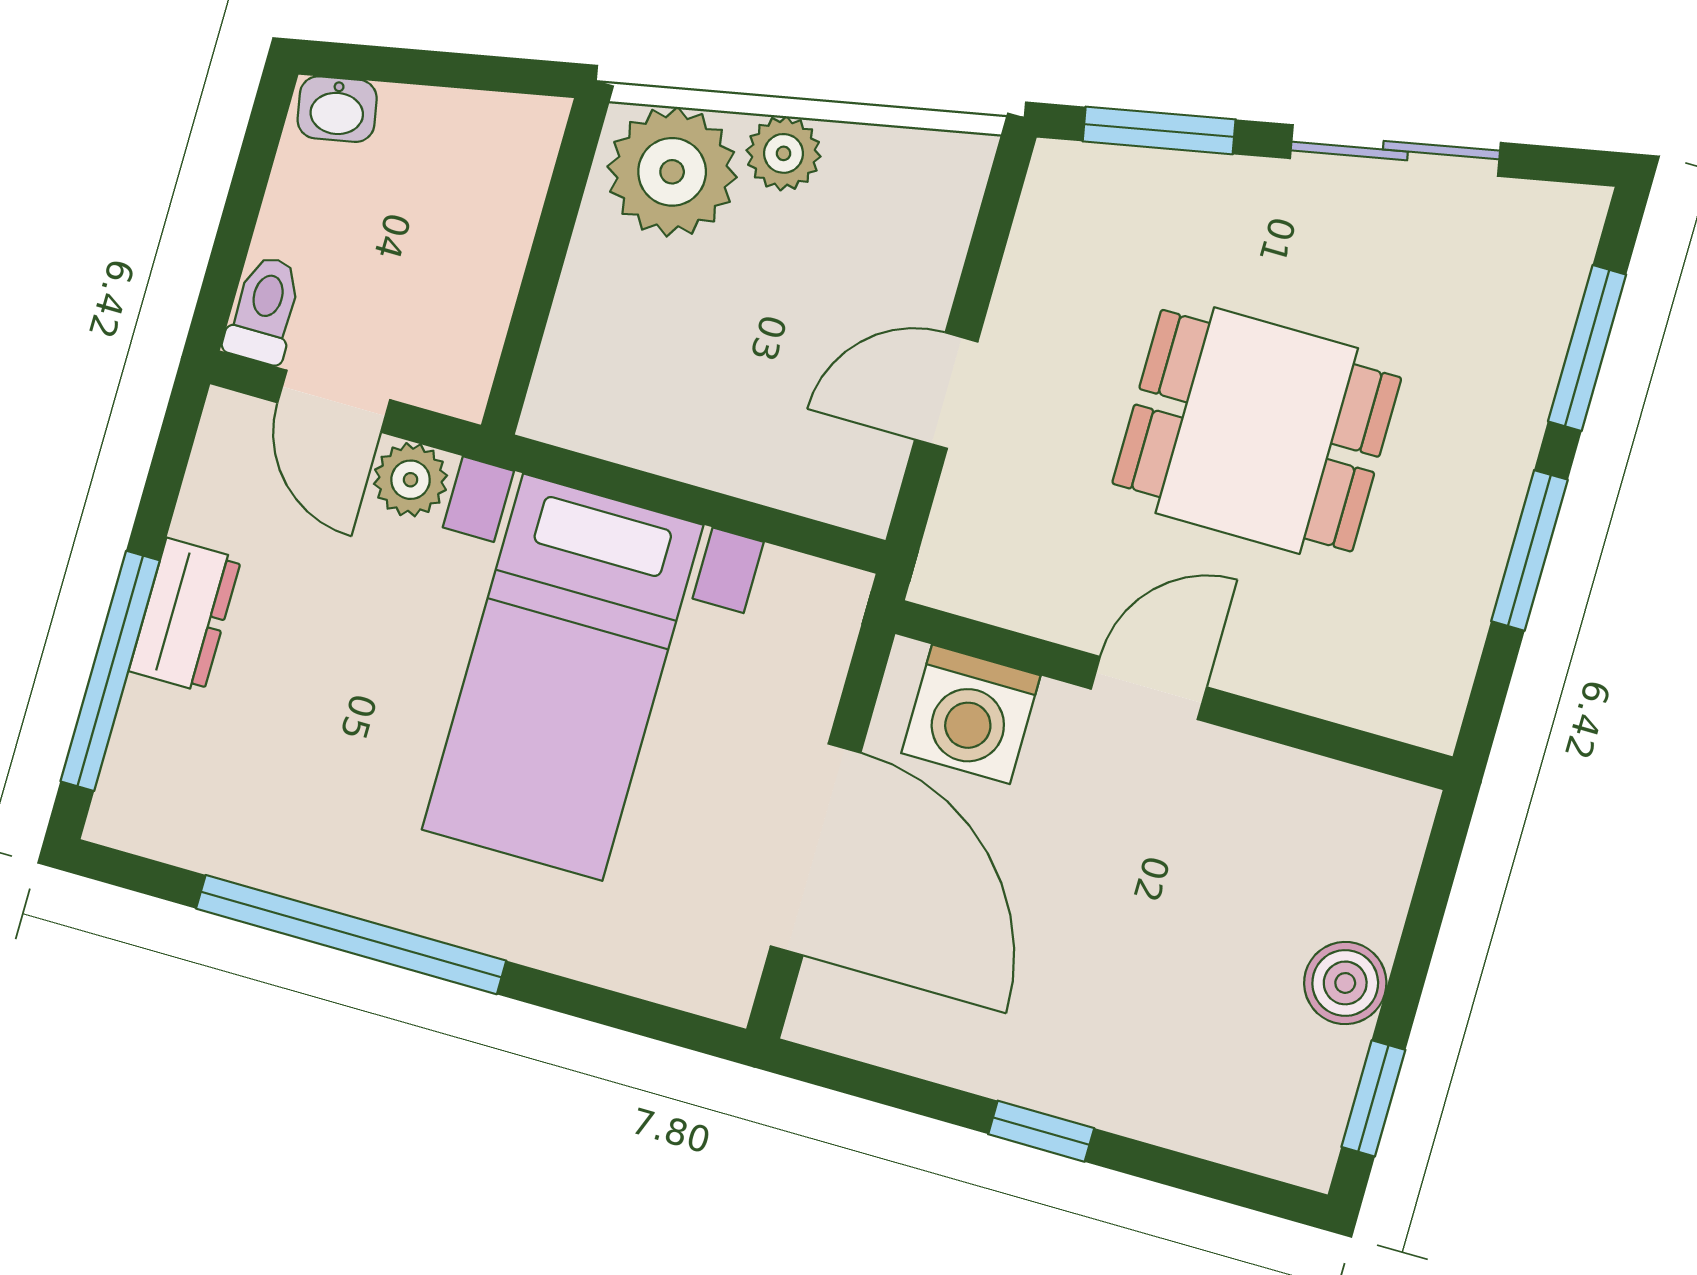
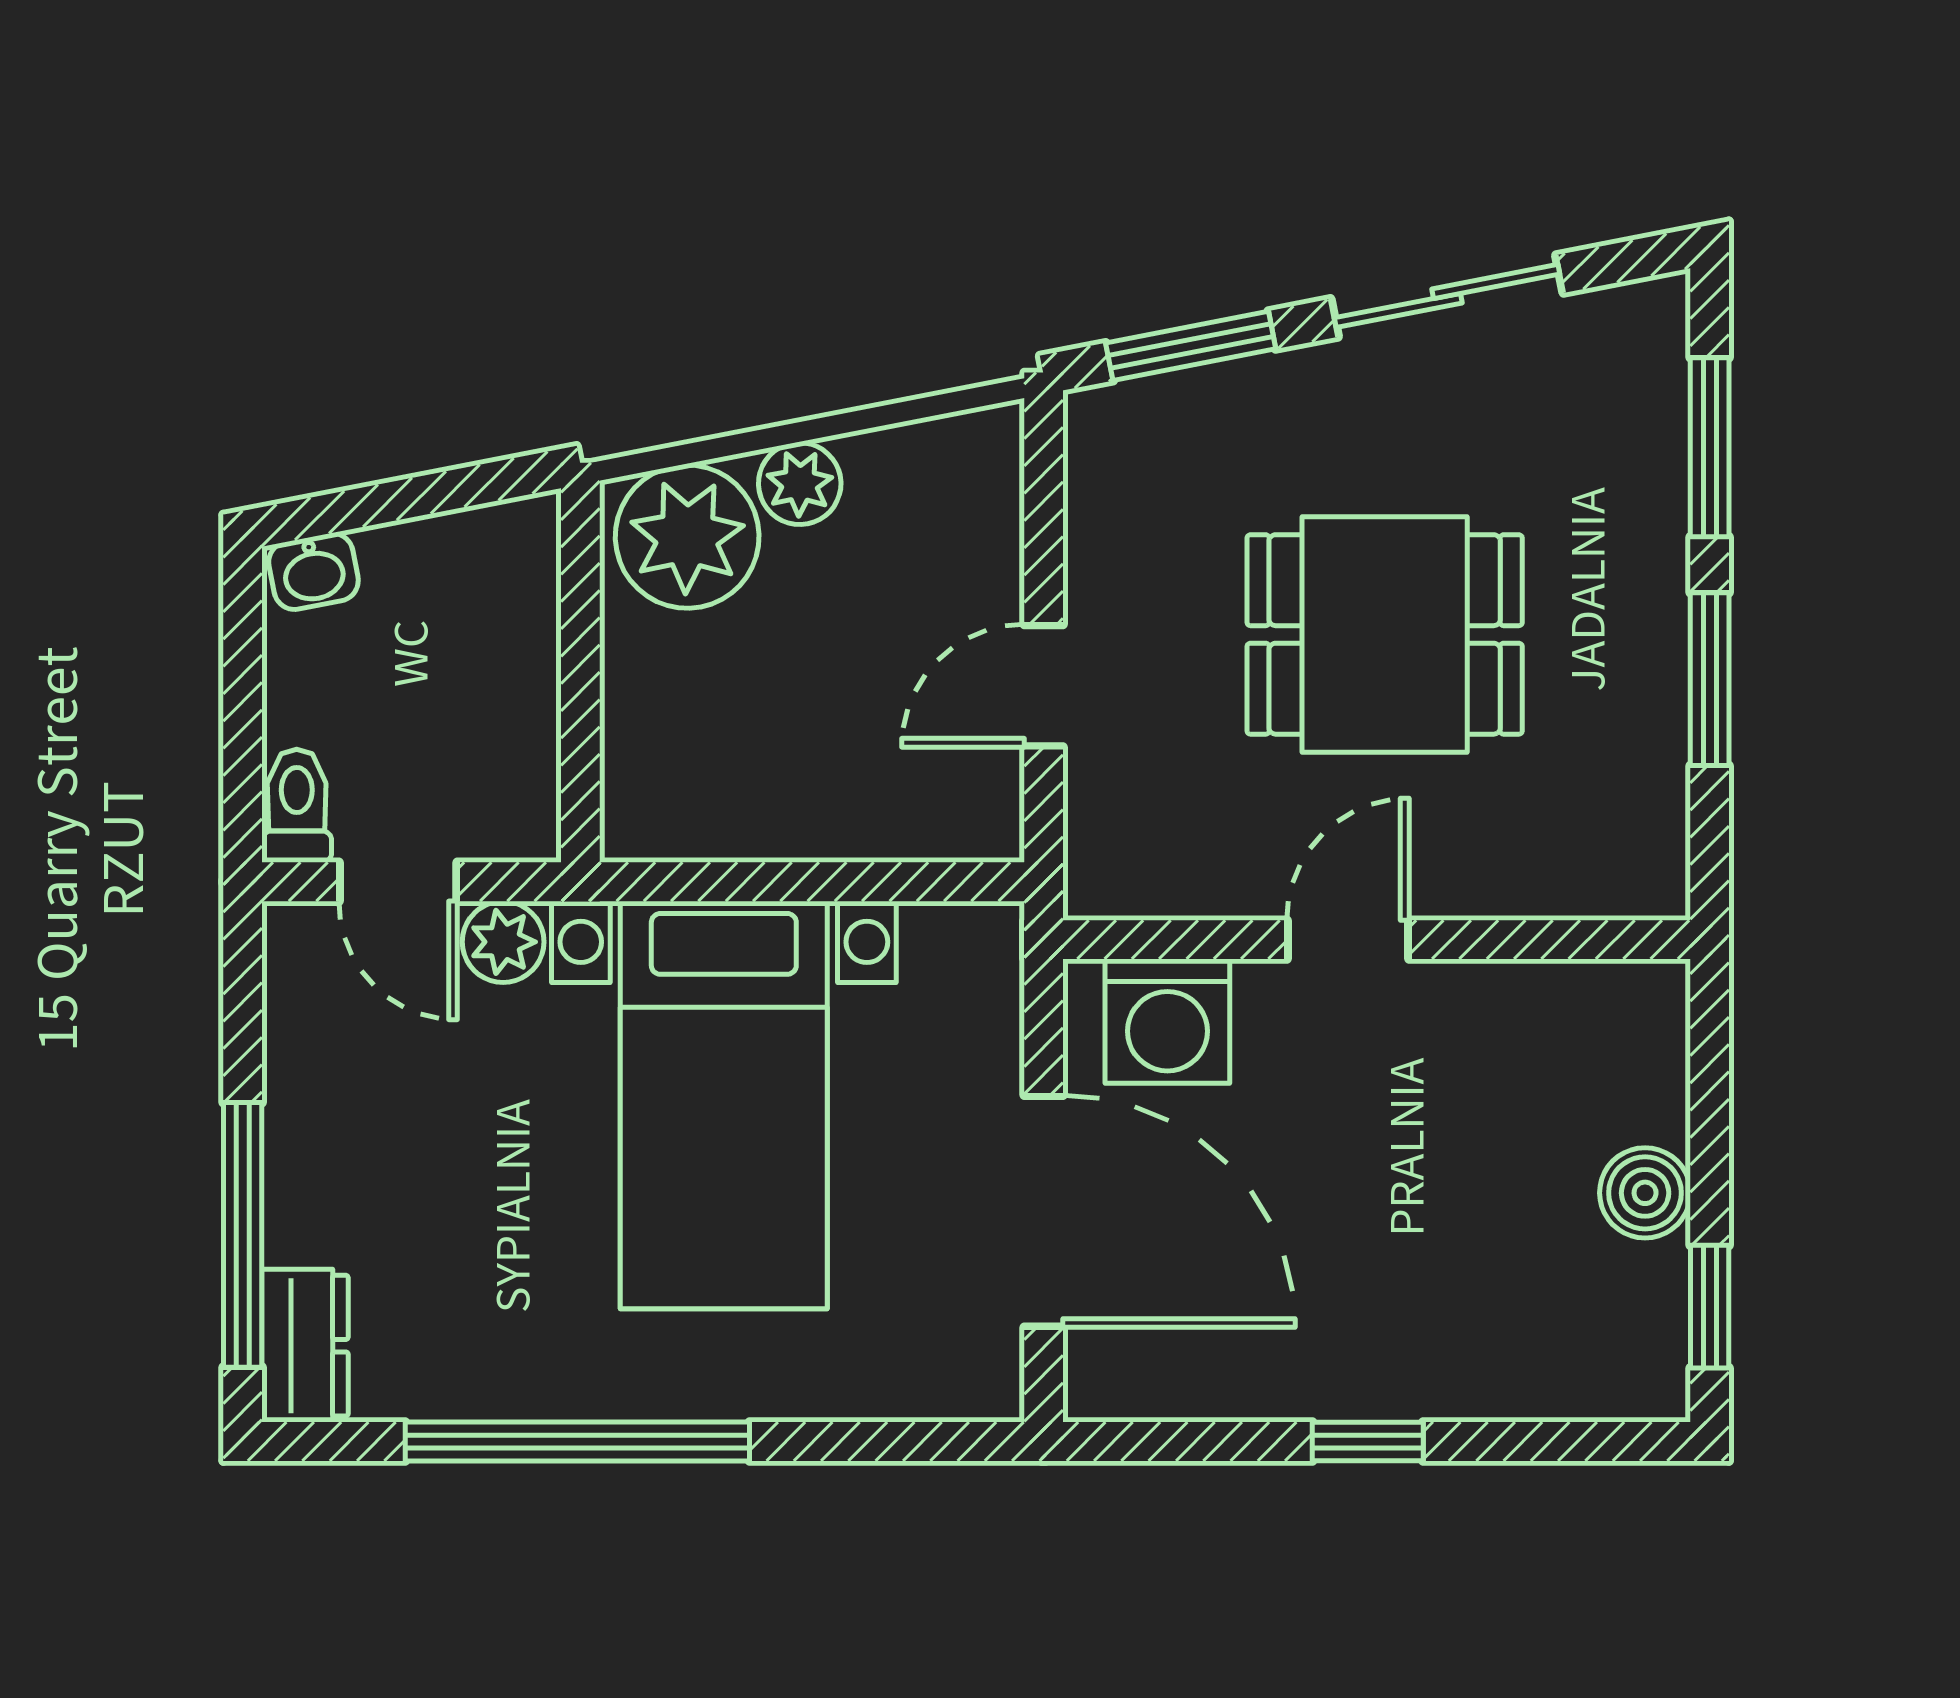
dresser: (185, 615) -> (305, 1346), moved

